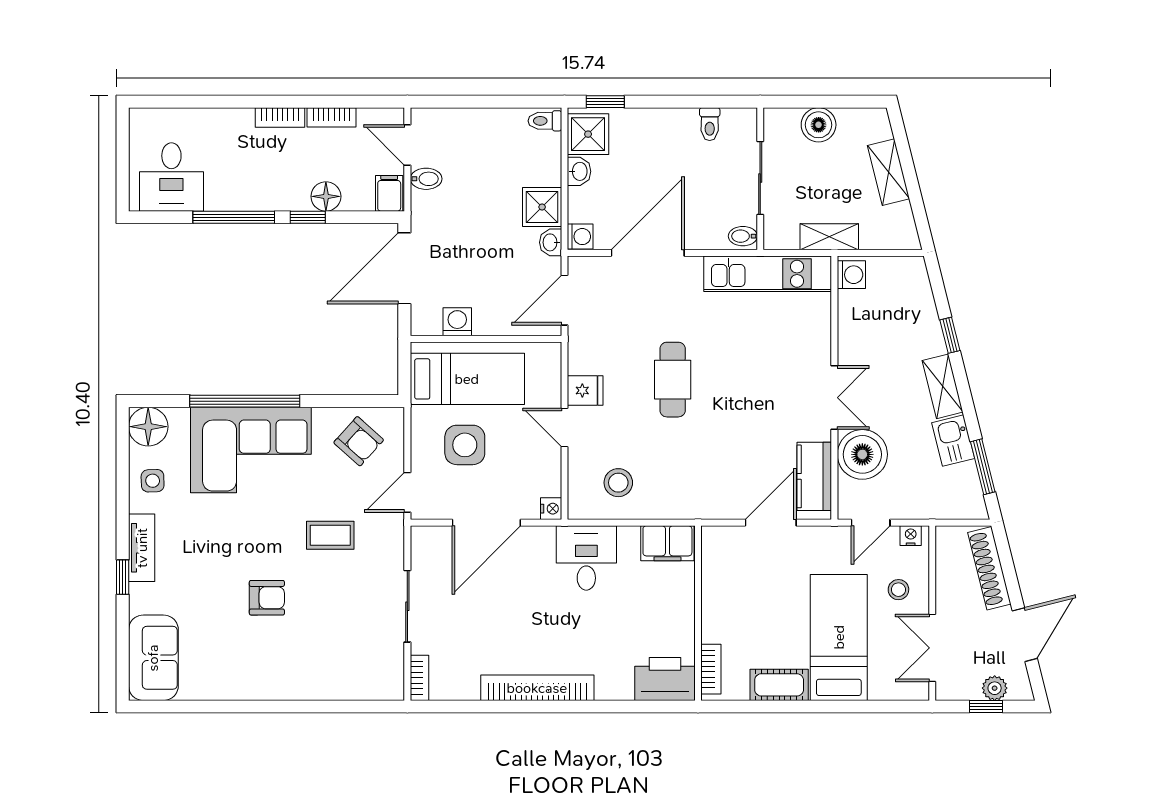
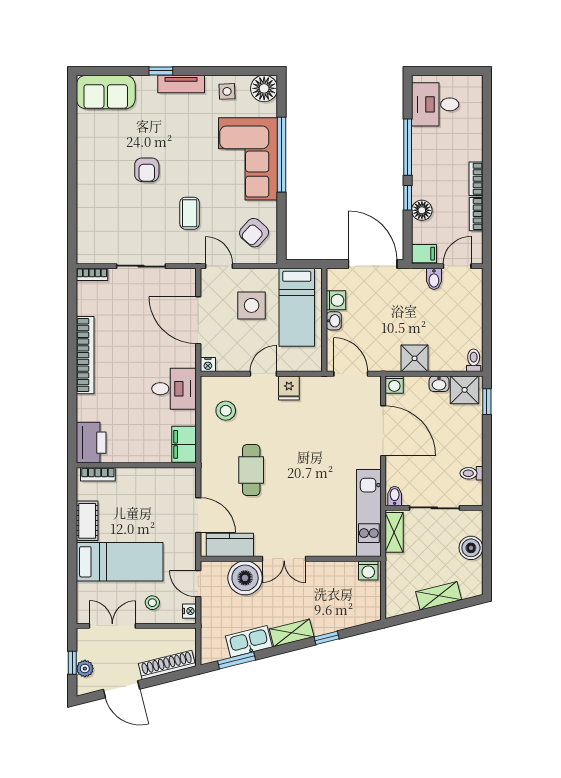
shelving: (829, 237) -> (394, 532), moved
washbasin: (551, 242) -> (334, 321), moved, turned 90
cafe table: (673, 380) -> (251, 470), moved, turned 90
kitchen sink: (953, 441) -> (249, 642), width x1.38

